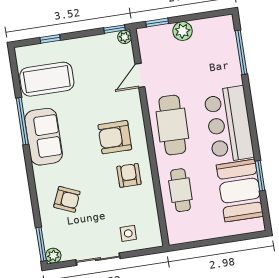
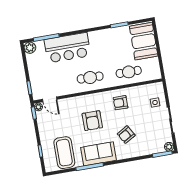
plant: (183, 31) -> (30, 48), moved
door: (140, 75) -> (50, 99), moved
bar counter: (229, 124) -> (67, 48), moved
cafe table: (172, 125) -> (90, 78), width x0.73, depth x0.74
armchair: (115, 137) -> (92, 121), moved
booth: (240, 191) -> (144, 41), moved, turned 90
armchair: (67, 199) -> (126, 135), moved, turned -143

